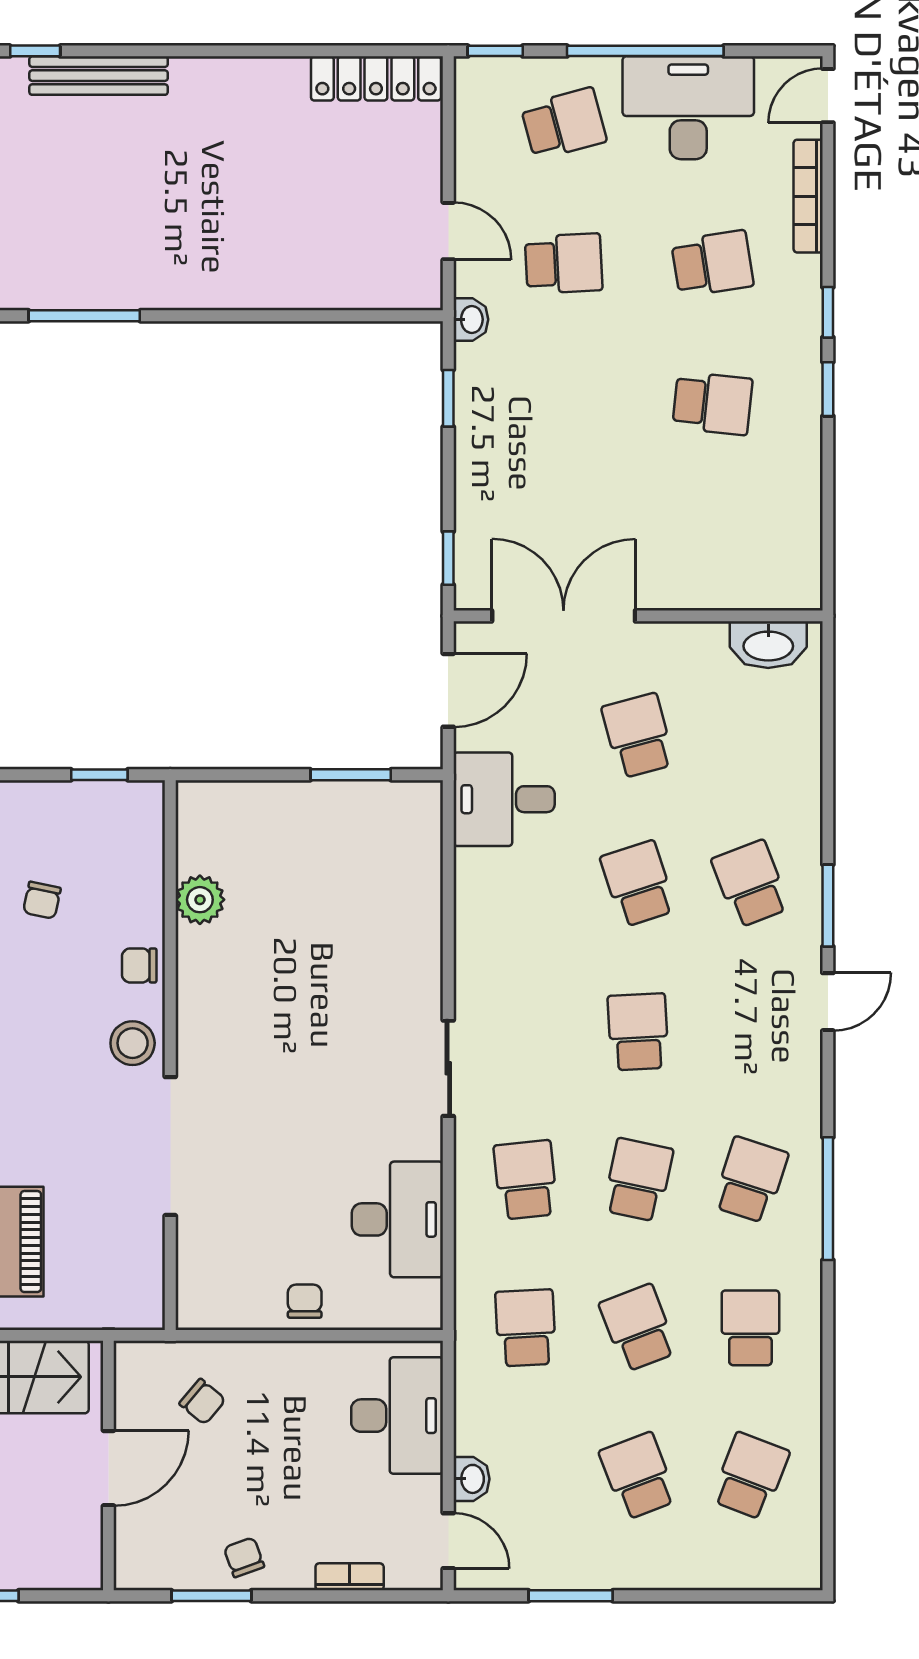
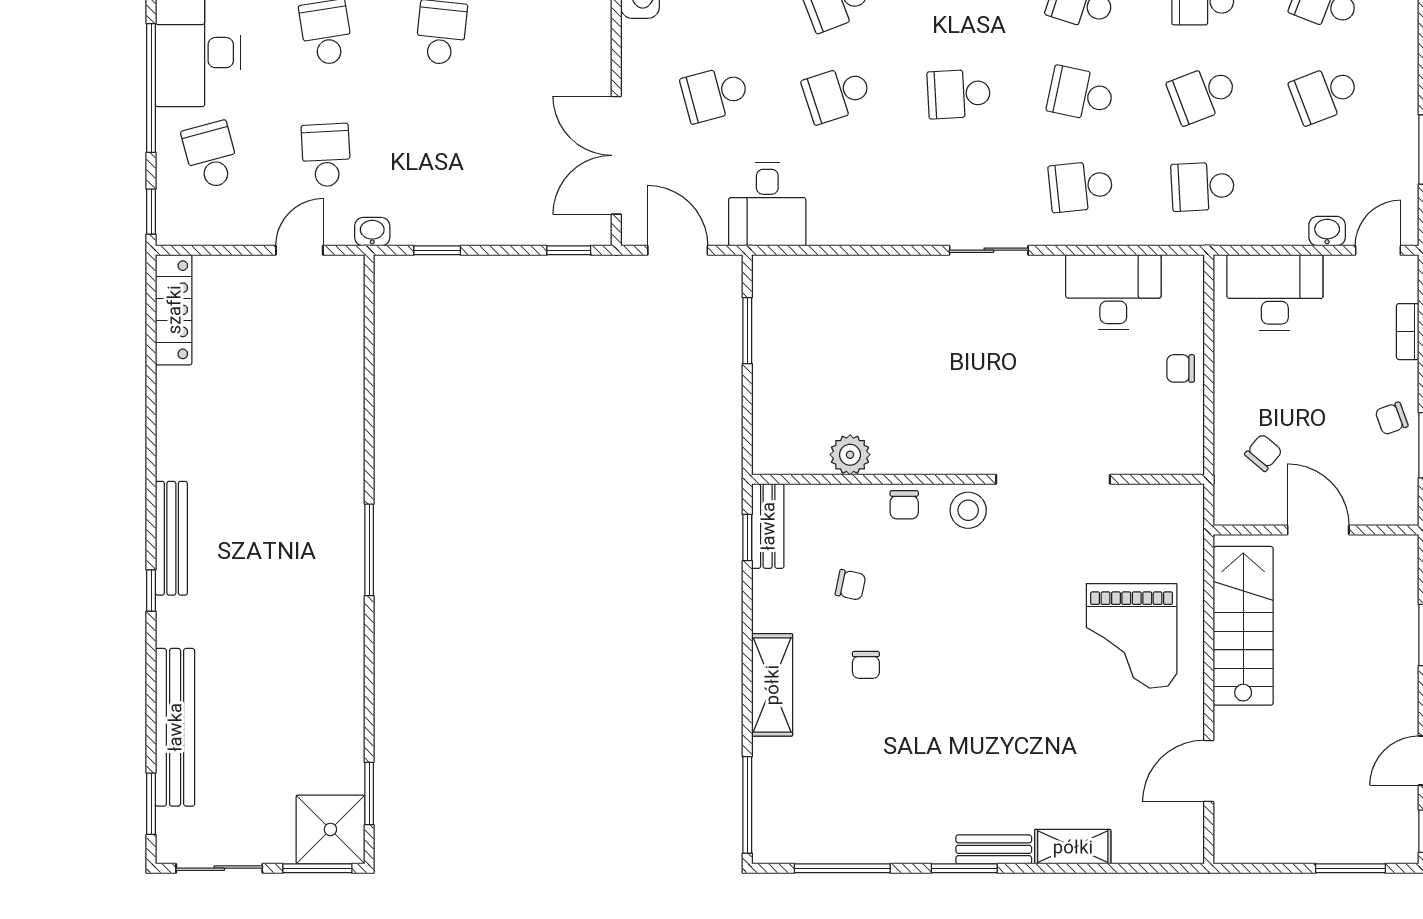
bench: (113, 800) -> (768, 526), added

